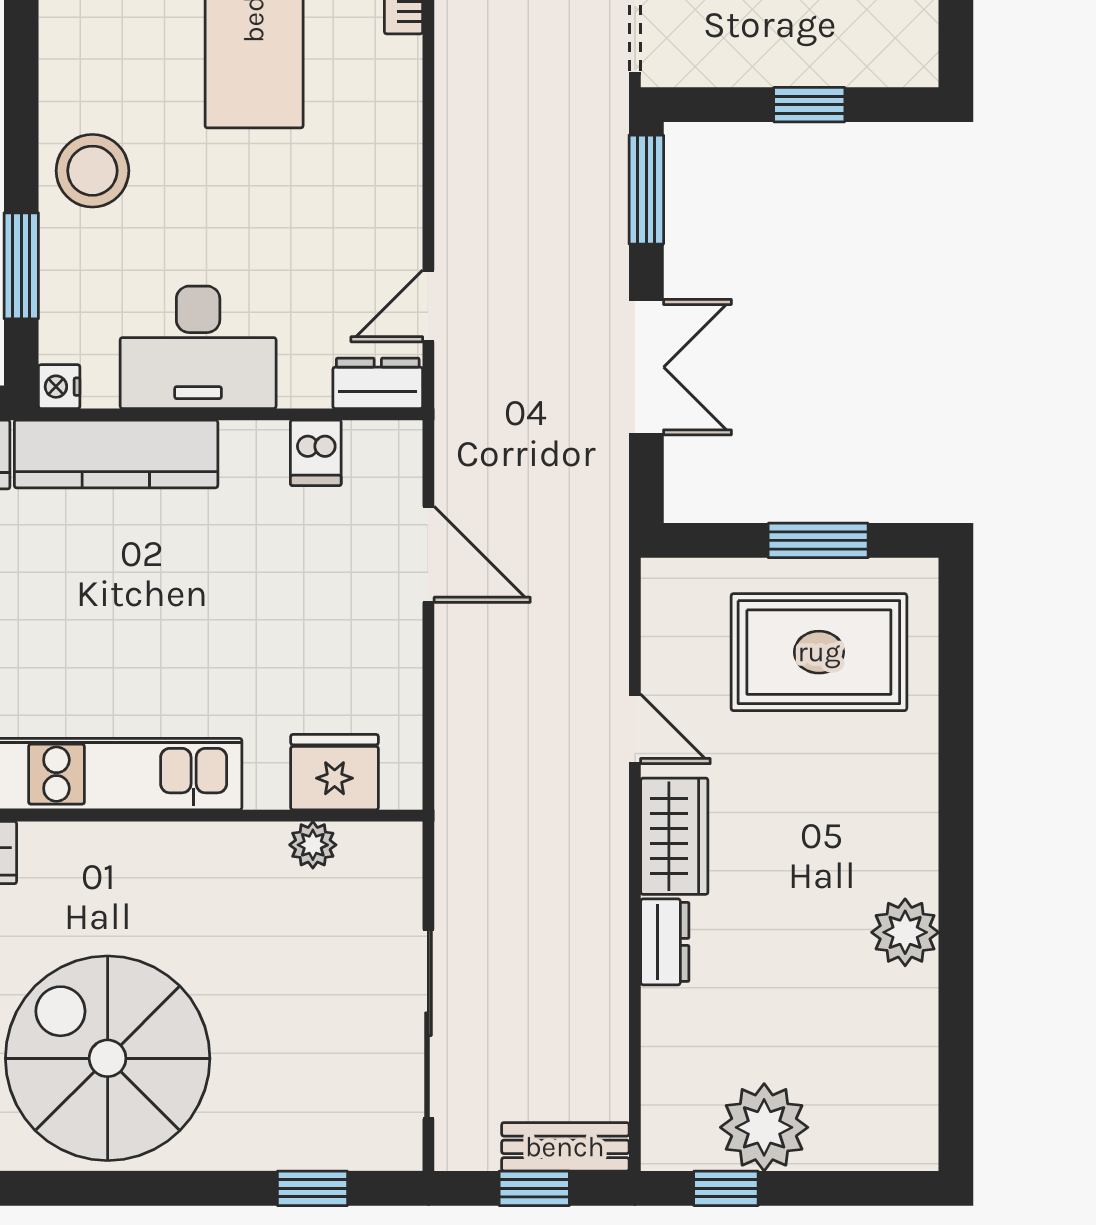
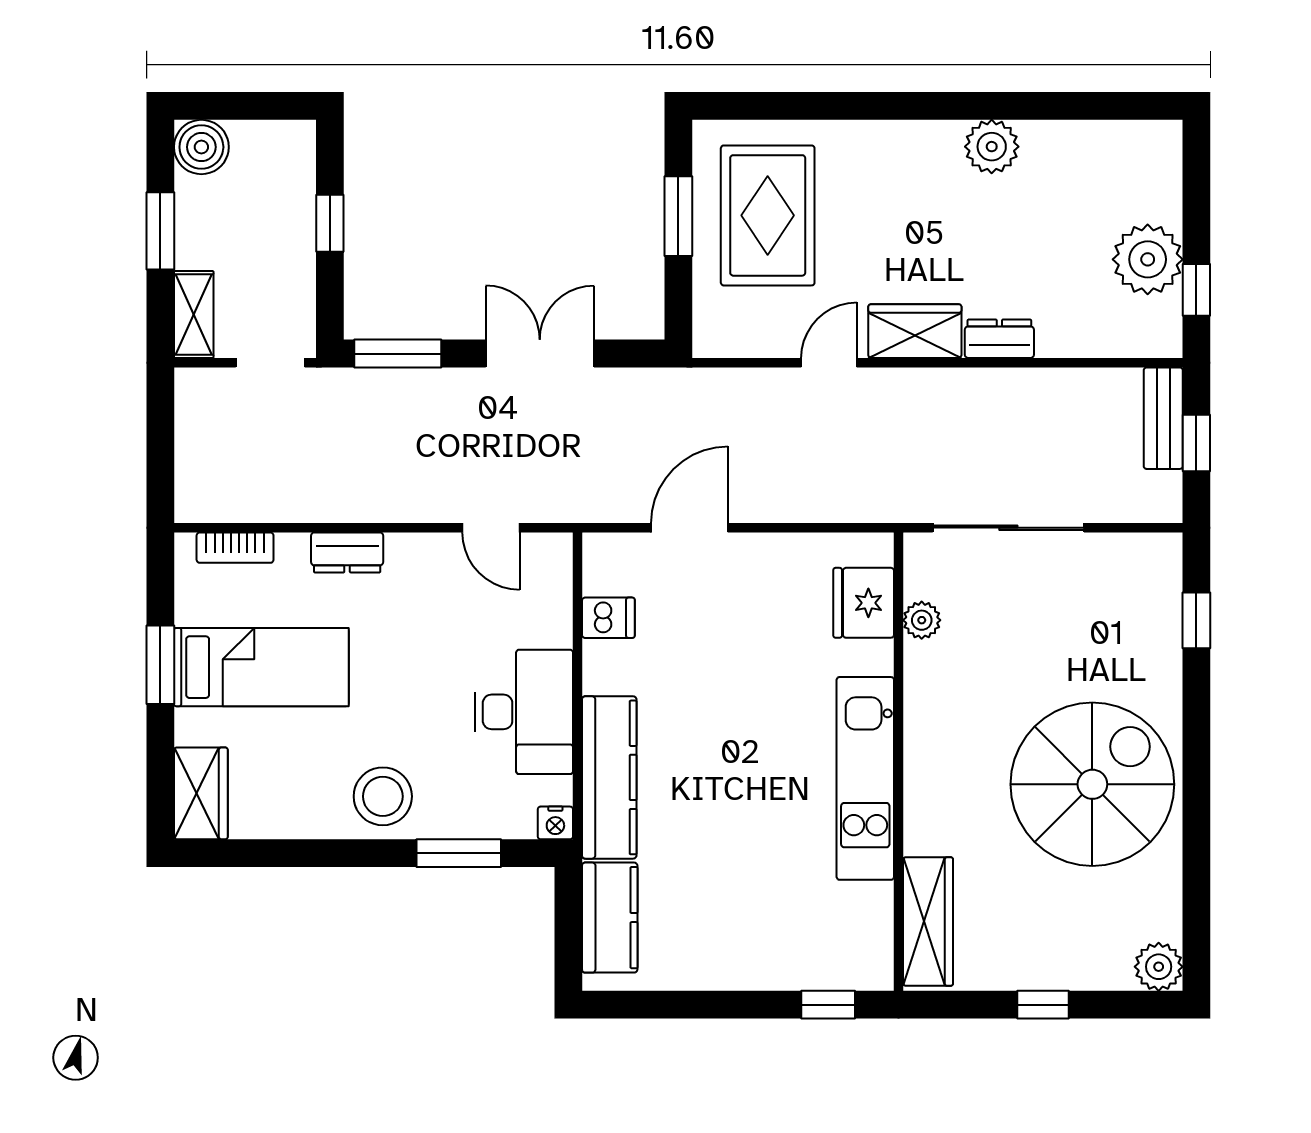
dresser: (378, 383) -> (347, 553), moved, turned -90
sliding door: (428, 1024) -> (1008, 528), moved
spiral stairs: (108, 1058) -> (1092, 784), turned 180

